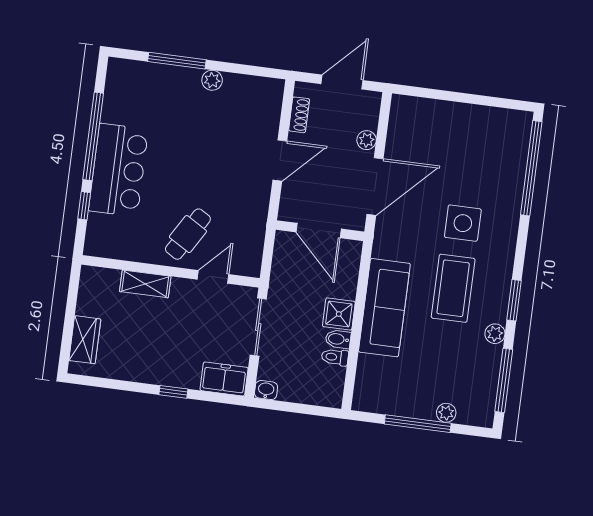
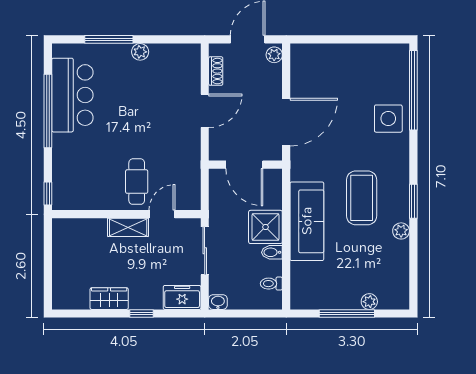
plant: (367, 140) -> (274, 55), moved
bar counter: (118, 170) -> (72, 95), moved
window: (84, 206) -> (48, 194), moved
side table: (463, 223) -> (388, 119), moved
cafe table: (188, 234) -> (137, 182), turned -31
shelving: (145, 284) -> (128, 227), moved
shower: (339, 314) -> (265, 227), width x1.36, depth x1.36
wardrobe: (85, 340) -> (109, 299), moved, turned -90
toilet: (335, 357) -> (271, 284), moved
window: (504, 380) -> (413, 269), removed

